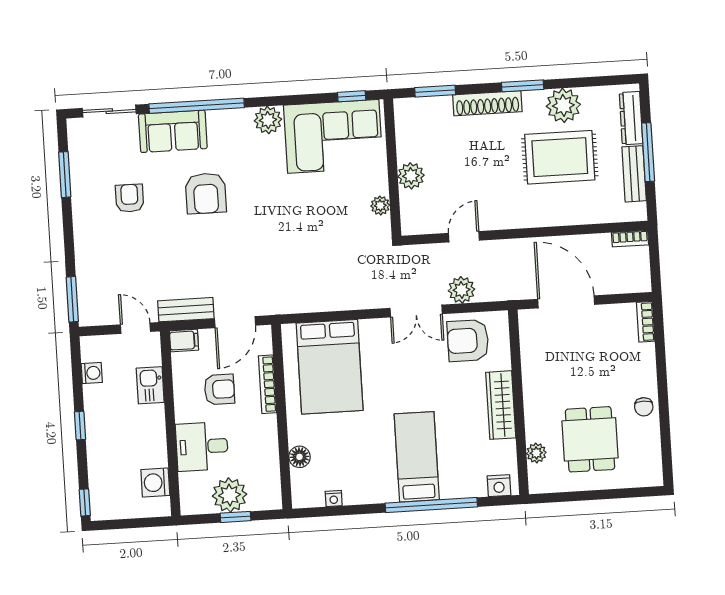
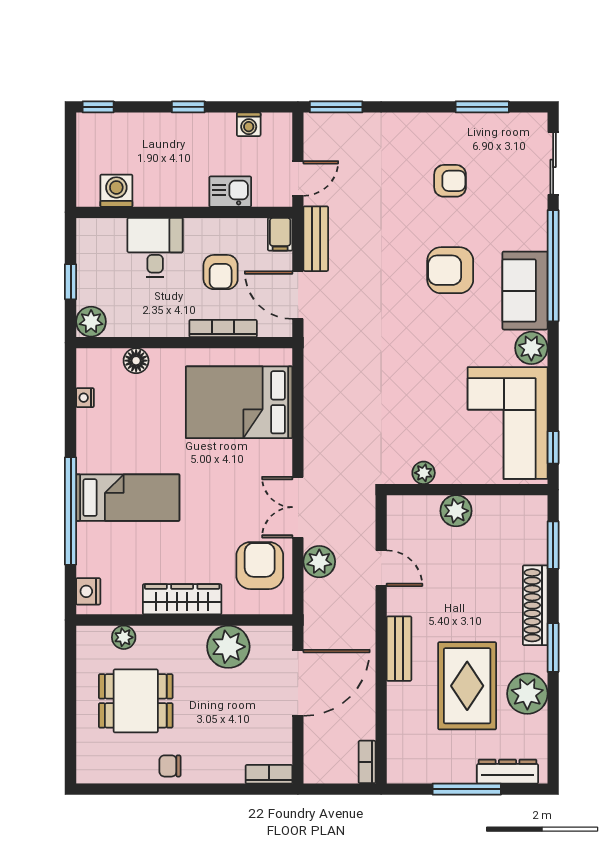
sofa: (173, 131) -> (525, 291), moved
bench: (634, 174) -> (399, 649), moved, turned 90
plant: (539, 363) -> (228, 647), added
plant: (230, 495) -> (91, 322), moved, width x0.73, depth x0.73

